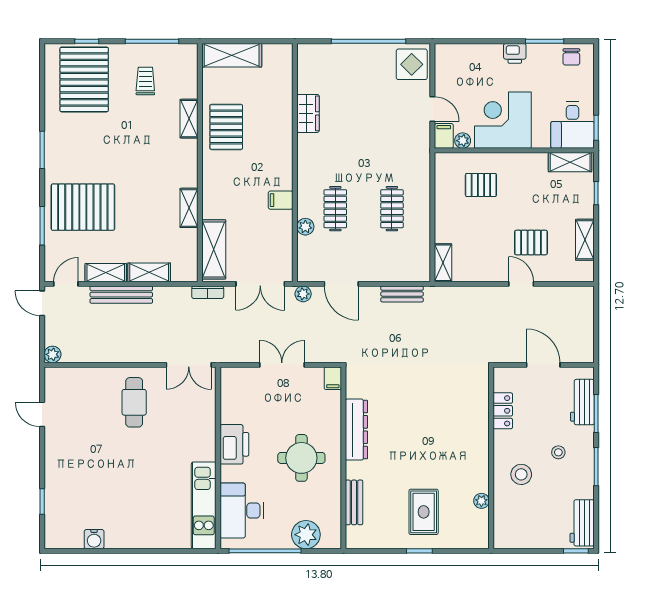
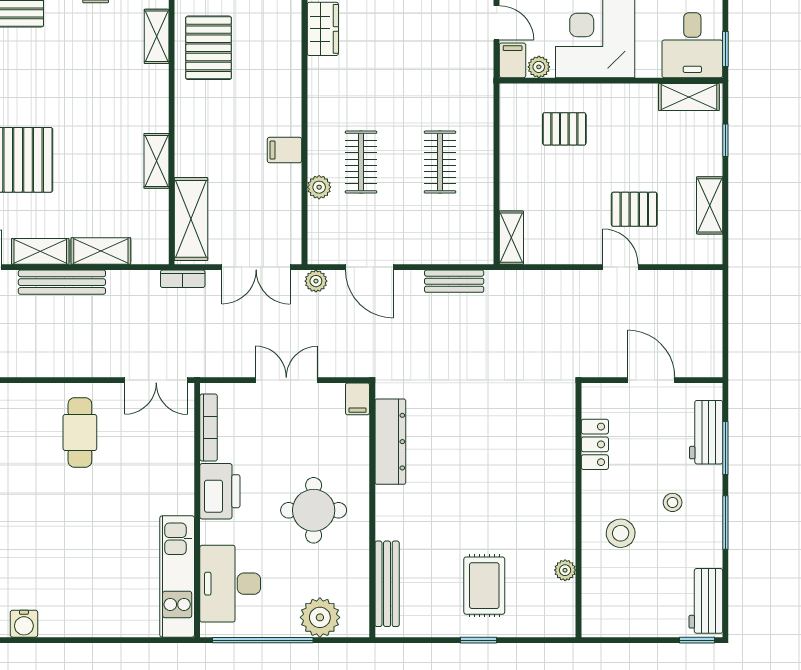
bookcase: (226, 399) -> (209, 428), added
dresser: (356, 430) -> (390, 442), moved
bench: (354, 502) -> (387, 584), width x1.36

